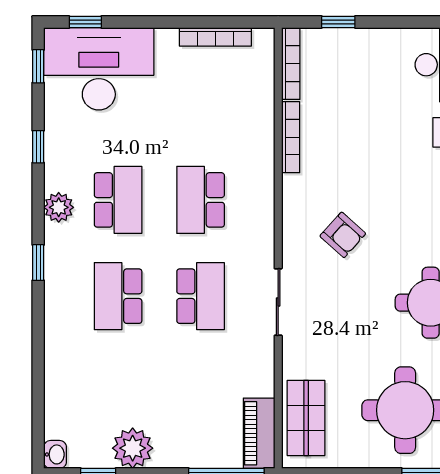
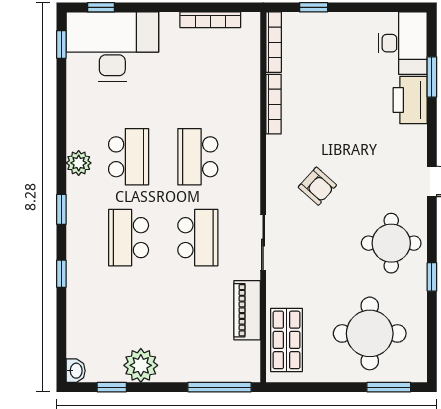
window: (38, 147) -> (61, 274), moved
piano: (259, 433) -> (247, 310), moved

